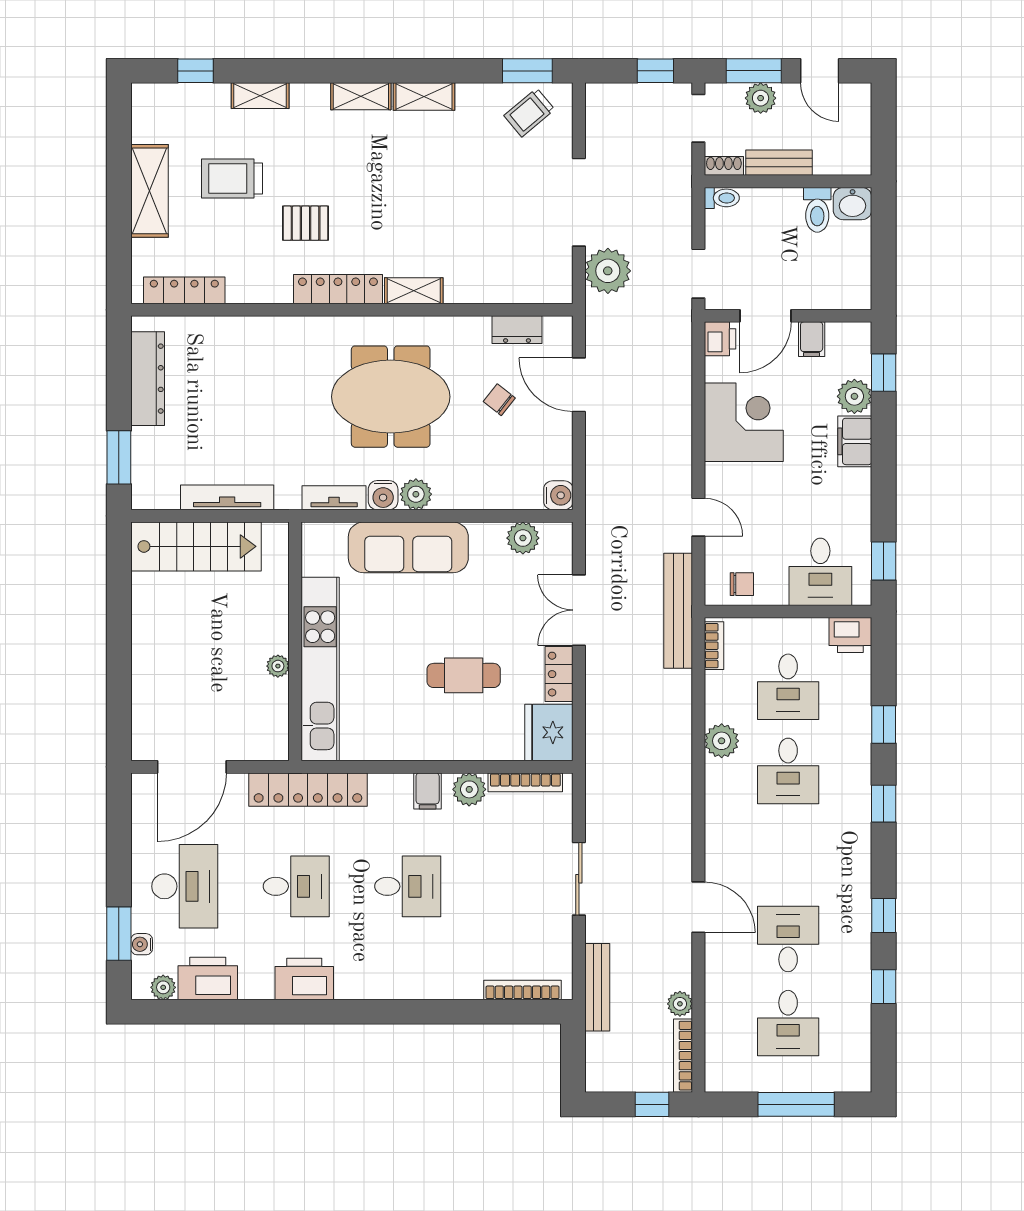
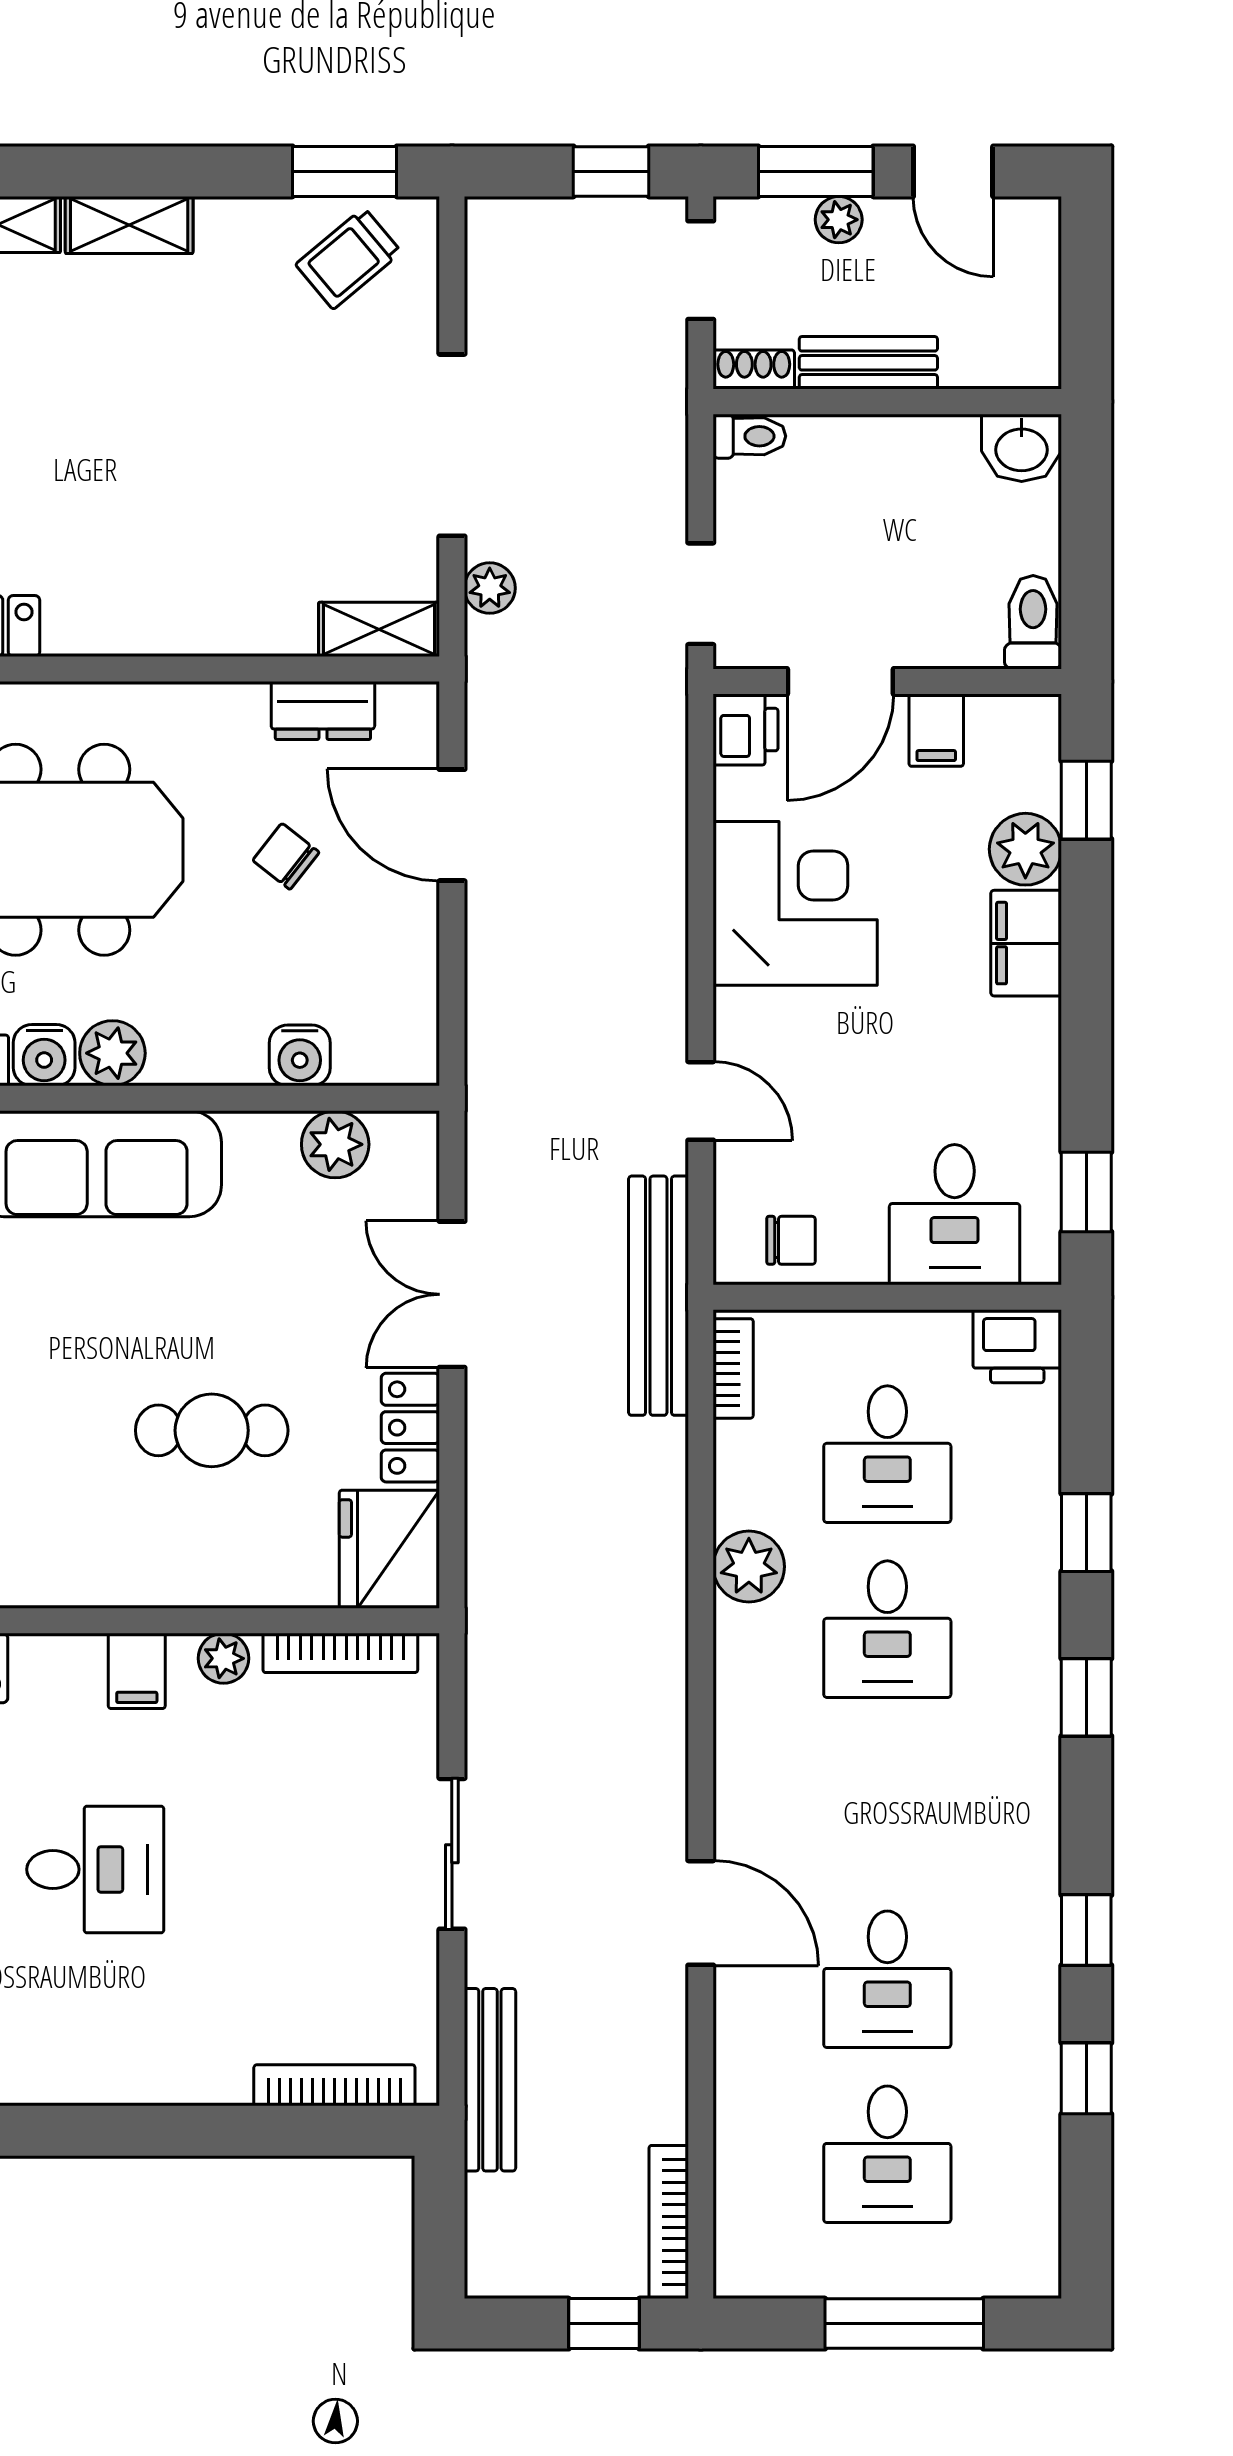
plant: (761, 98) -> (839, 220), width x0.73, depth x0.73
toilet: (817, 210) -> (1033, 622), moved, turned 180
plant: (608, 271) -> (490, 588), width x0.53, depth x0.53
shelving: (414, 291) -> (379, 629), moved
water cooler: (558, 495) -> (300, 1055), moved, turned 90
plant: (469, 789) -> (223, 1658), width x0.73, depth x0.73
desk: (788, 939) -> (887, 1979), turned 180
plant: (680, 1004) -> (662, 2114), removed

